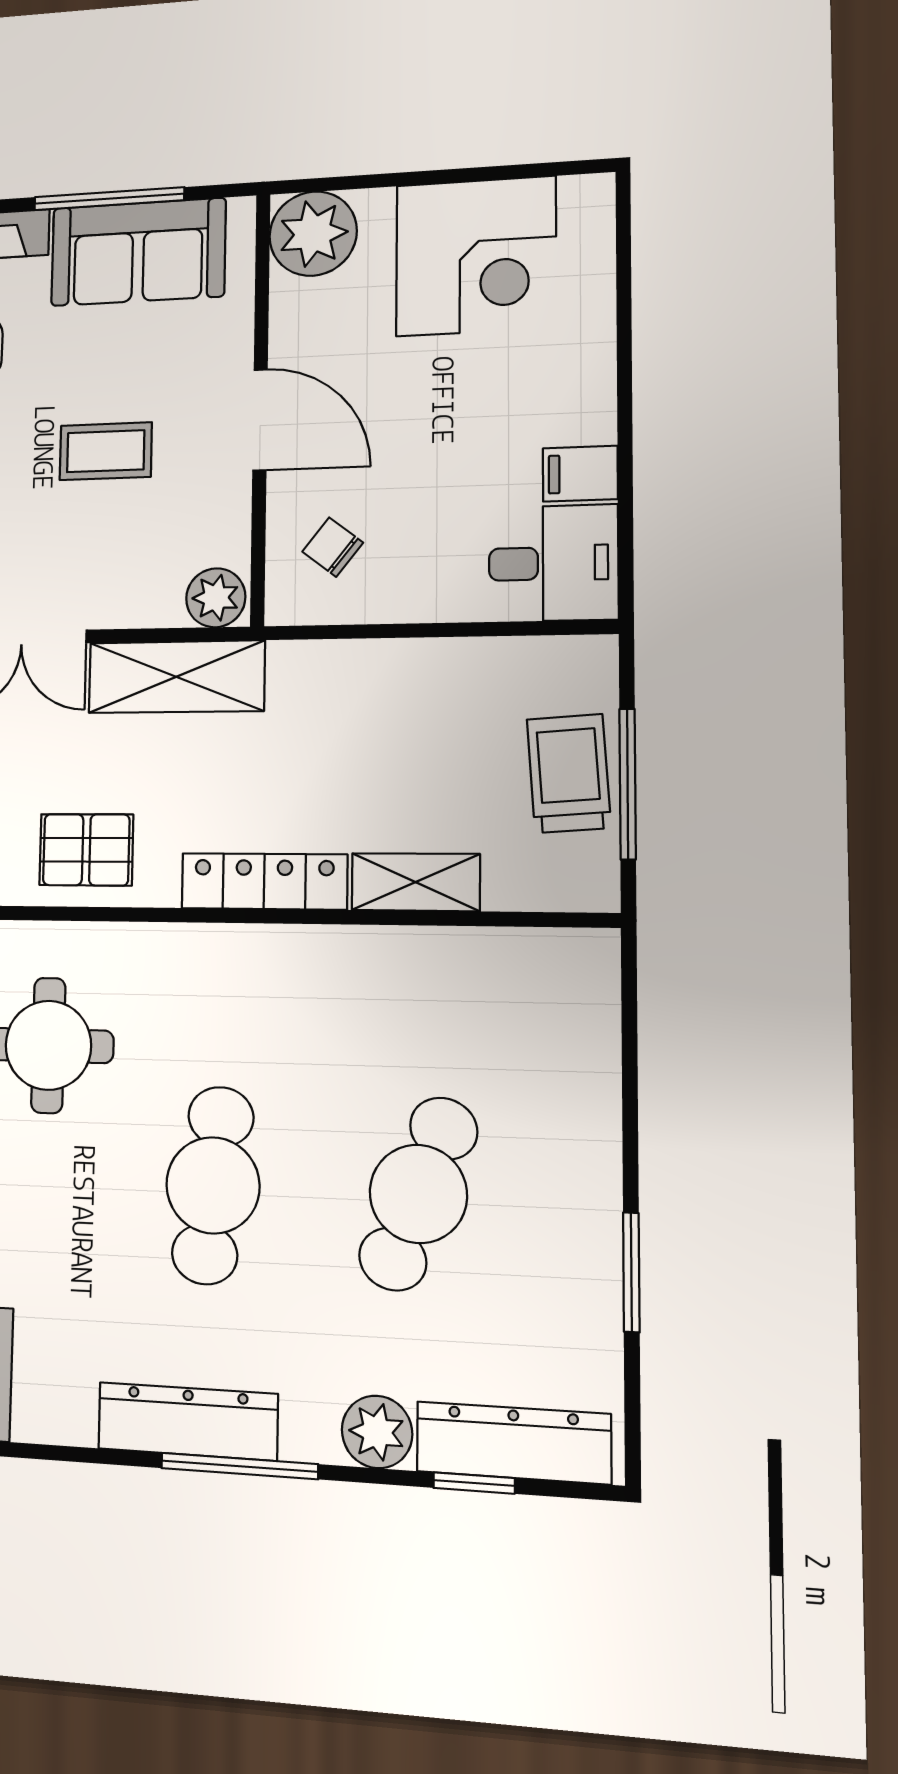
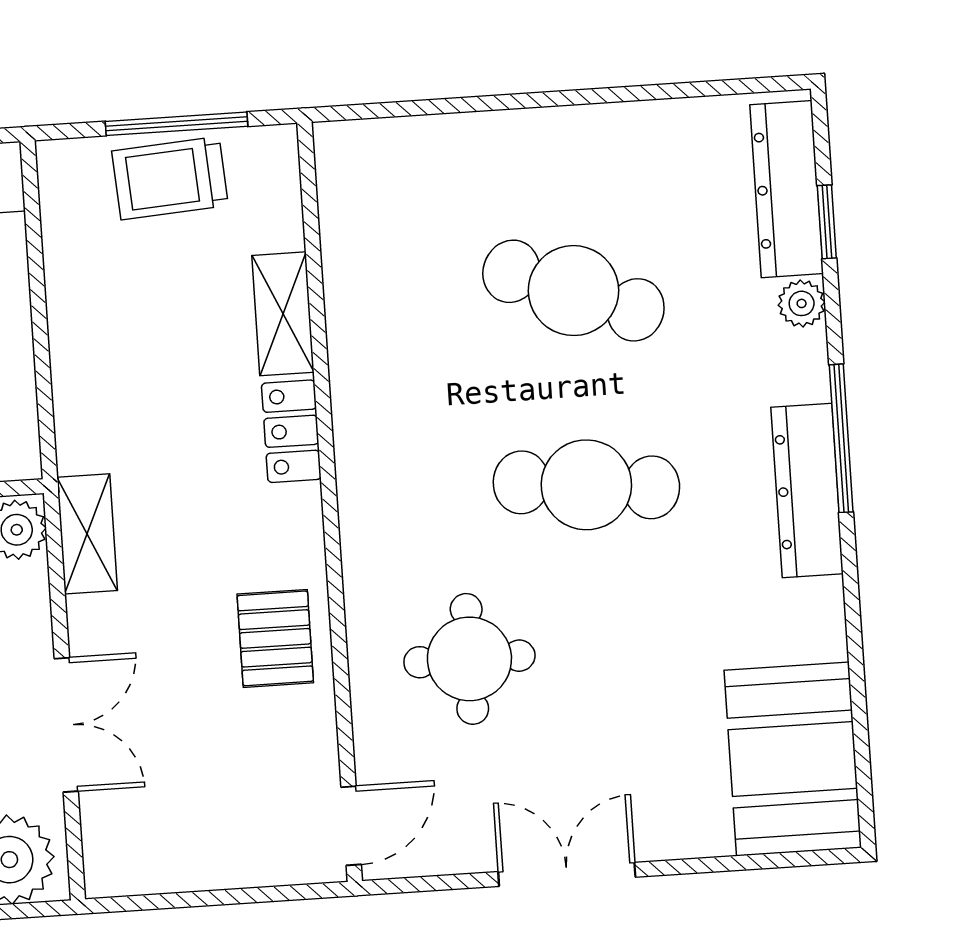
shelving: (176, 677) -> (87, 534), width x0.67, depth x0.75
locker: (264, 881) -> (291, 431), width x0.66
window: (631, 1272) -> (623, 94), removed
plant: (377, 1432) -> (802, 303), width x0.73, depth x0.73

